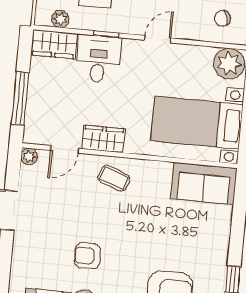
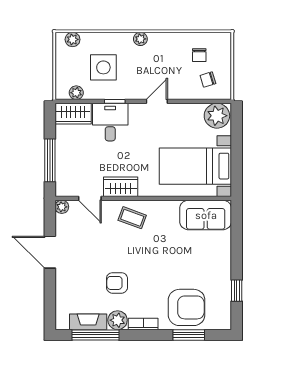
door: (65, 149) -> (90, 198), hinge flipped

